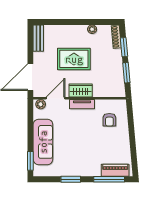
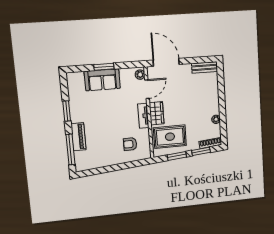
rug: (74, 59) -> (170, 137), moved, turned 90
door: (55, 98) -> (147, 89), hinge flipped
sofa: (43, 142) -> (102, 80), width x0.73
window: (30, 161) -> (104, 67), moved
piano: (115, 170) -> (78, 137), moved

